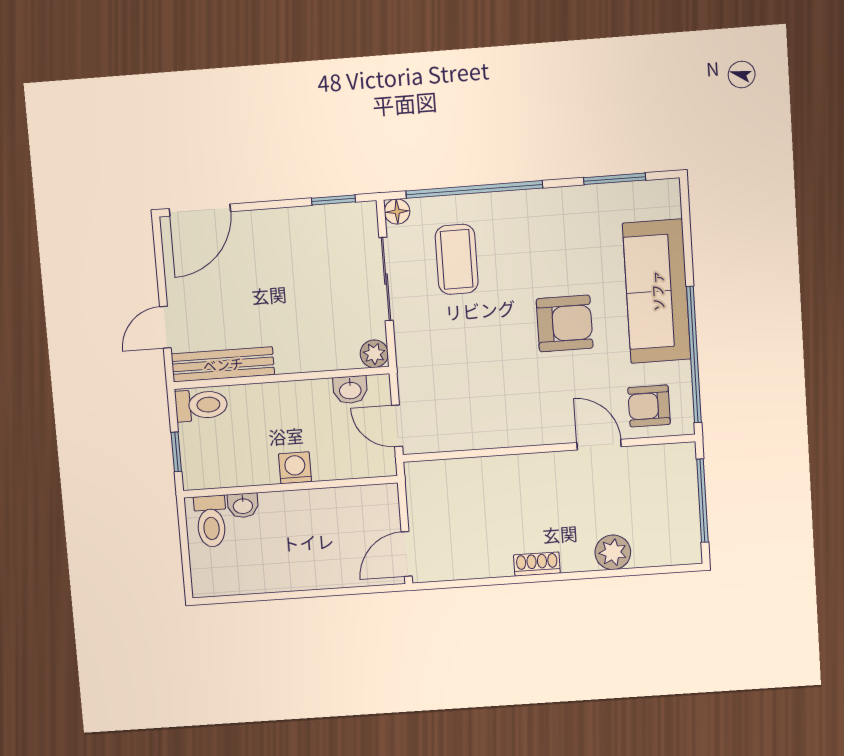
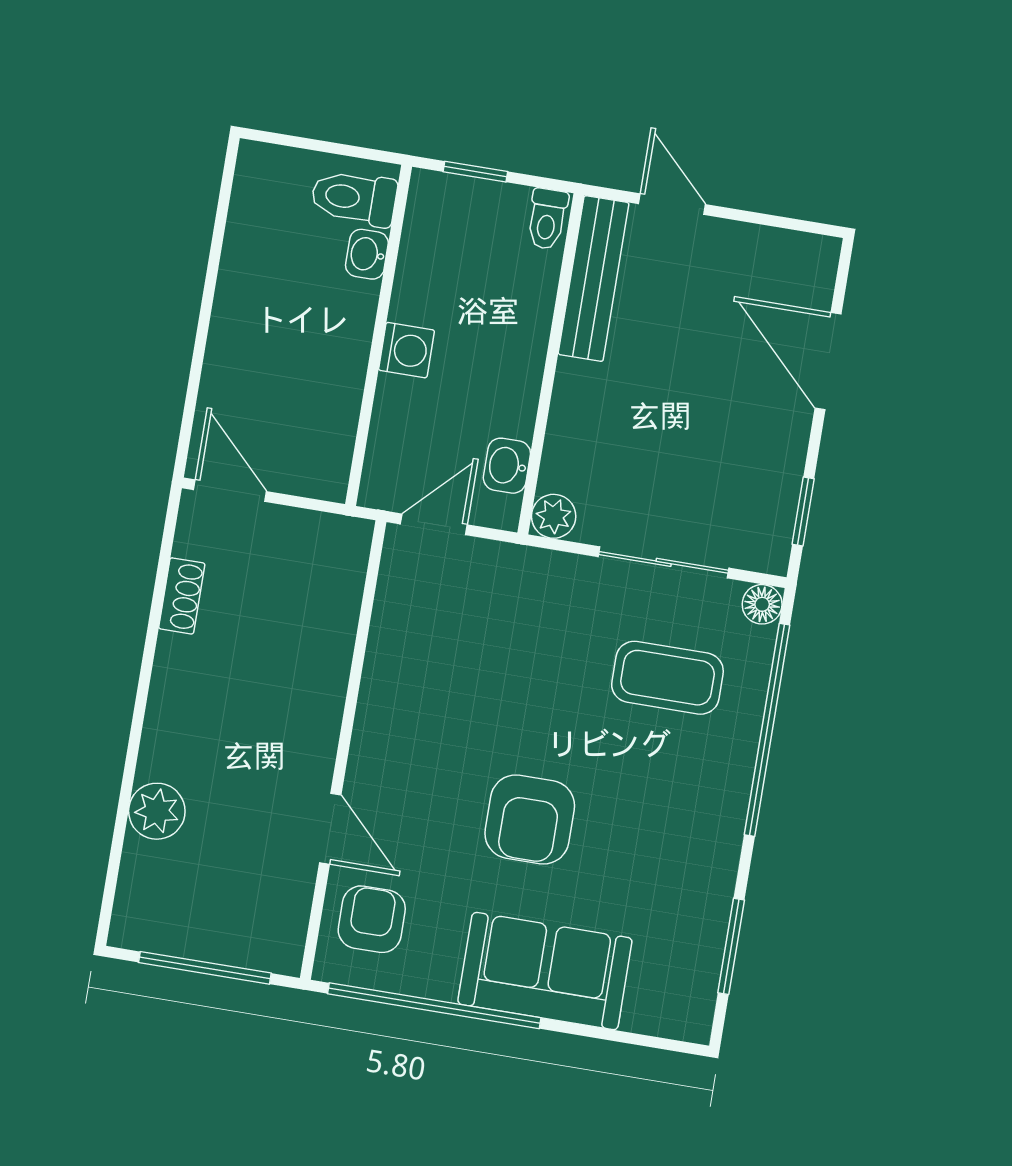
door: (200, 210) -> (828, 361), moved
sofa: (657, 291) -> (545, 971), width x0.73
toilet: (201, 405) -> (547, 219), width x0.73, depth x0.72
door: (599, 445) -> (330, 829), hinge flipped
shoe rack: (537, 564) -> (182, 596), moved

